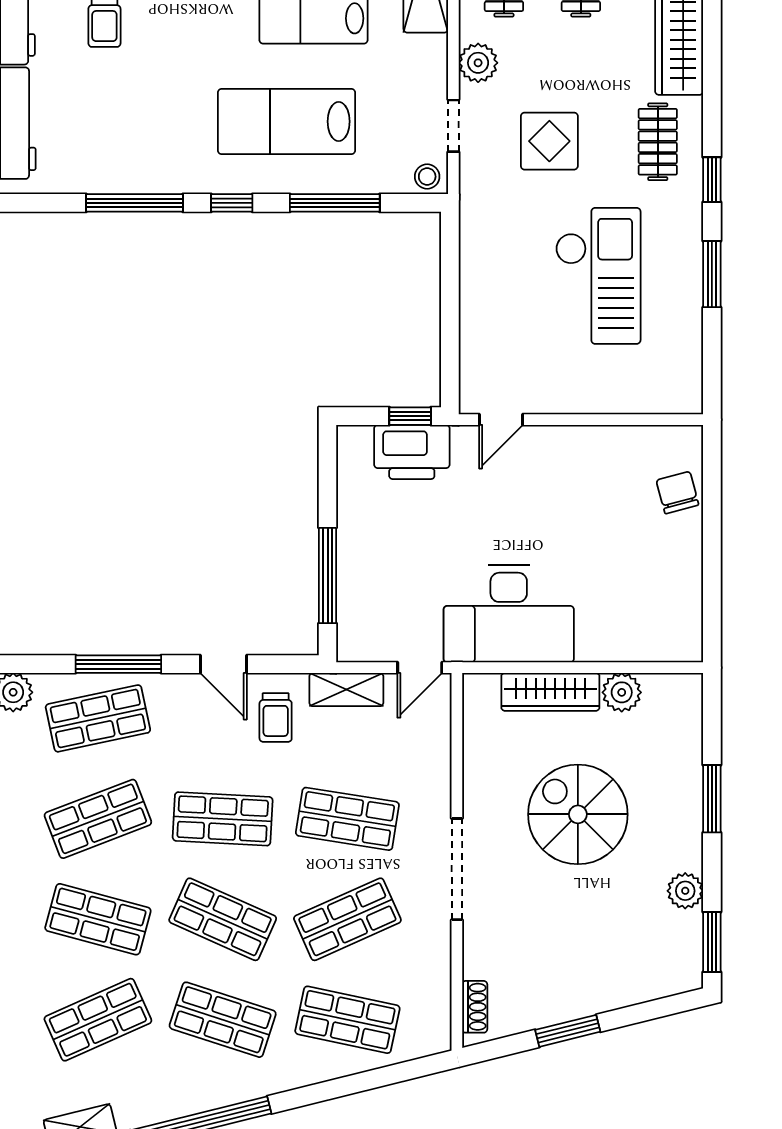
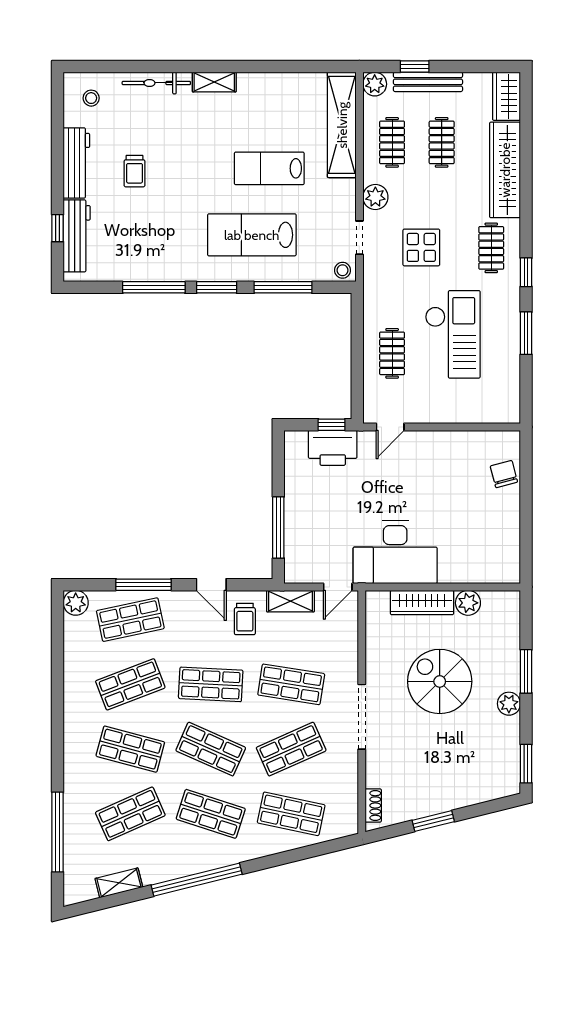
window: (232, 203) -> (217, 287), width x1.50
clothes rail: (504, 305) -> (392, 353), added
plant: (685, 891) -> (509, 704), moved

